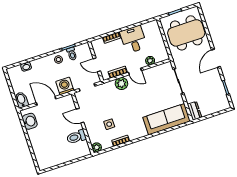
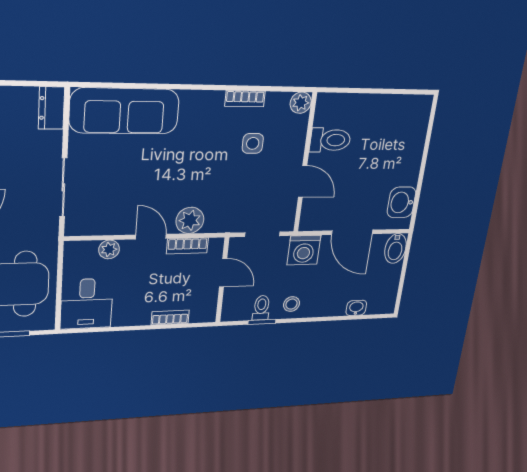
desk: (133, 39) -> (87, 304), moved

